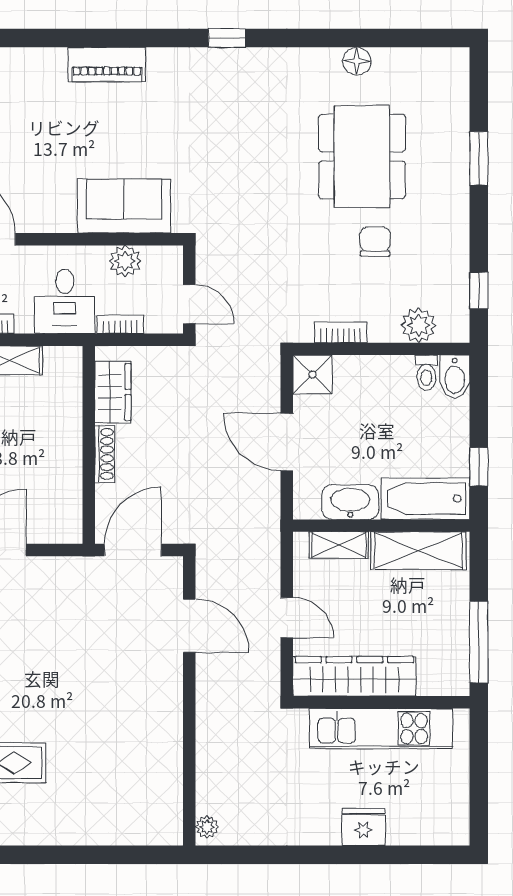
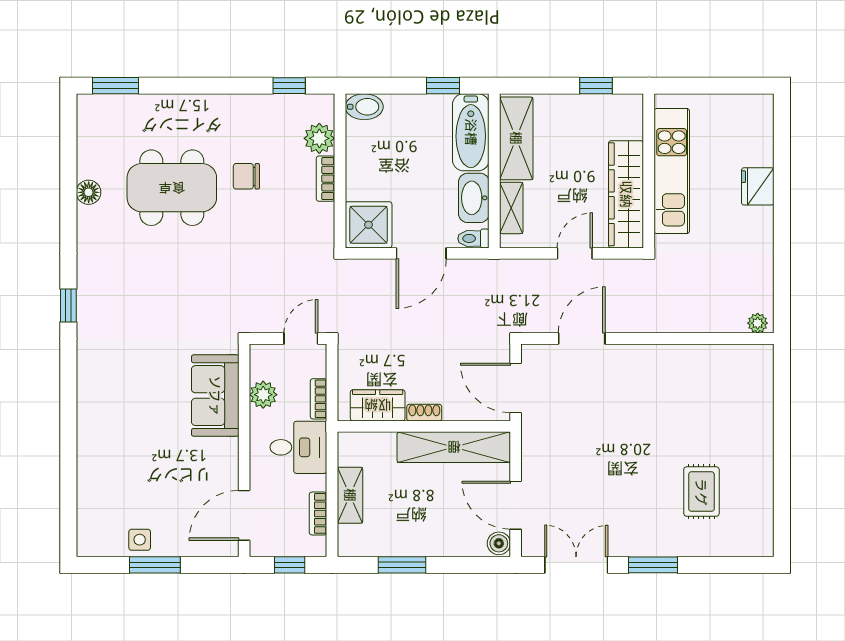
piano: (107, 64) -> (91, 411), removed
window: (479, 158) -> (115, 86), moved
bookcase: (341, 332) -> (325, 179), moved
toilet: (426, 373) -> (473, 238), moved, turned 180
shower: (312, 374) -> (369, 225), width x1.36, depth x1.36
shoe rack: (105, 454) -> (424, 413), width x0.70
shelving: (65, 479) -> (454, 447), added
window: (479, 642) -> (596, 86), width x0.46

